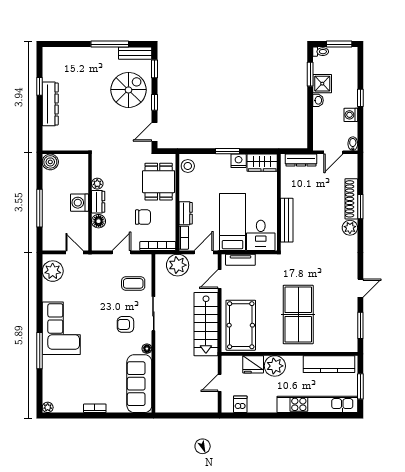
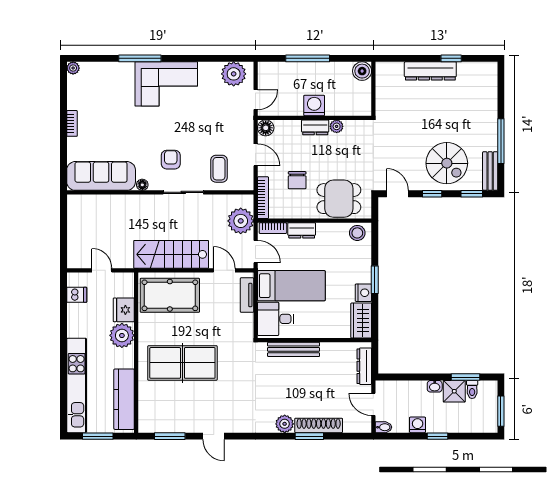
toilet: (321, 52) -> (472, 389), moved
floor lamp: (99, 221) -> (266, 128), moved

